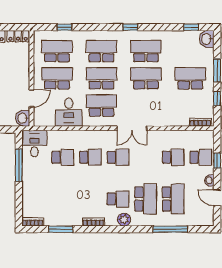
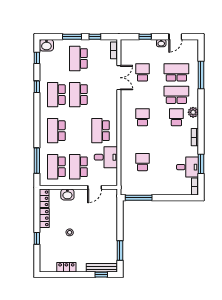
window: (64, 27) -> (37, 161), width x2.17
window: (130, 27) -> (37, 87), moved
school desk: (101, 78) -> (78, 131), removed
door: (31, 98) -> (95, 187), swing flipped
washbasin: (23, 118) -> (67, 195), moved
double door: (132, 128) -> (119, 78), moved
desk: (34, 144) -> (188, 167), moved, turned 180
school desk: (90, 157) -> (142, 140), removed
school desk: (201, 157) -> (142, 50), removed
window: (19, 165) -> (139, 198), moved

